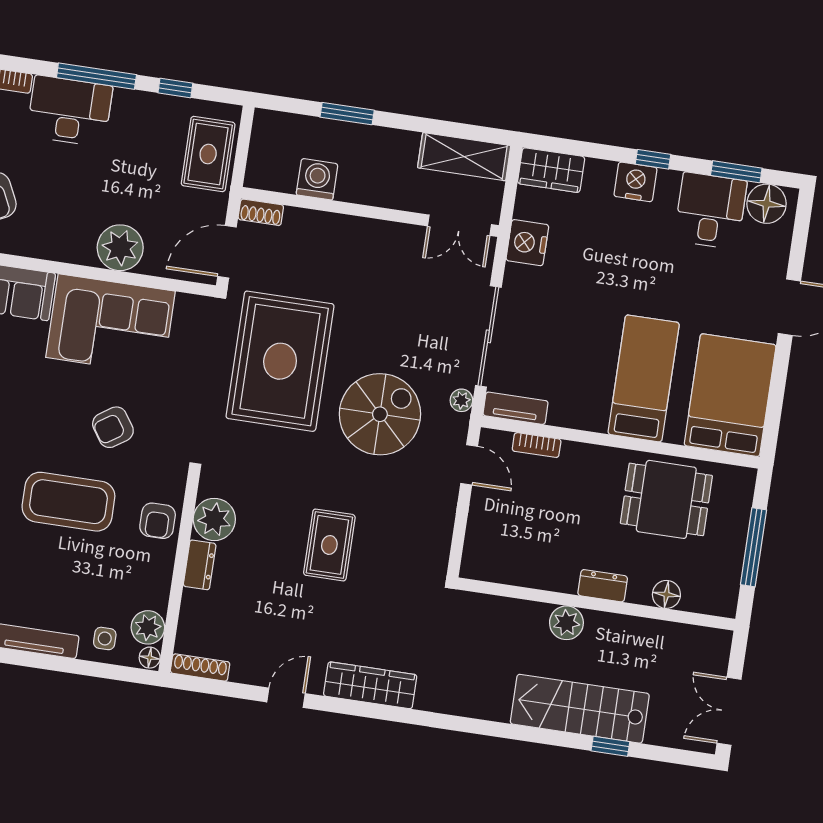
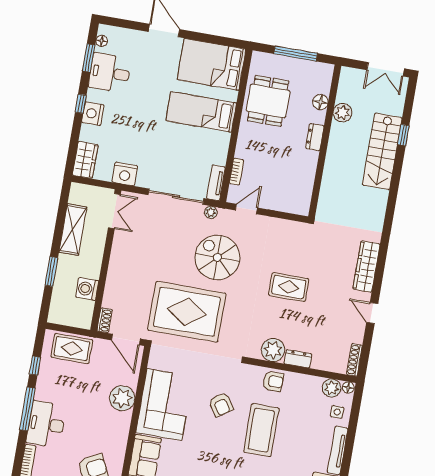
shelving: (464, 157) -> (73, 230), moved
floor lamp: (767, 204) -> (102, 41), width x0.53, depth x0.53
plant: (566, 623) -> (343, 113), moved

